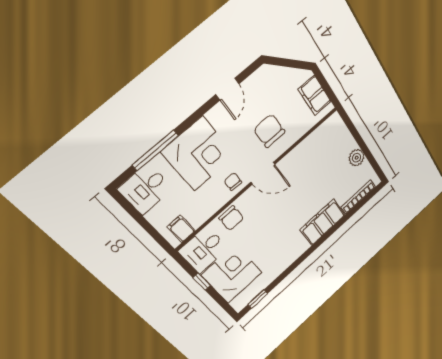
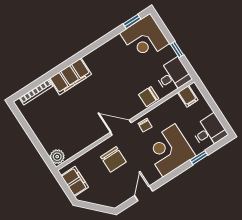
window: (155, 150) -> (199, 158), width x0.46
plant: (357, 158) -> (57, 157), moved
chair: (231, 218) -> (149, 97), turned -90
corner desk: (232, 274) -> (145, 38), moved

